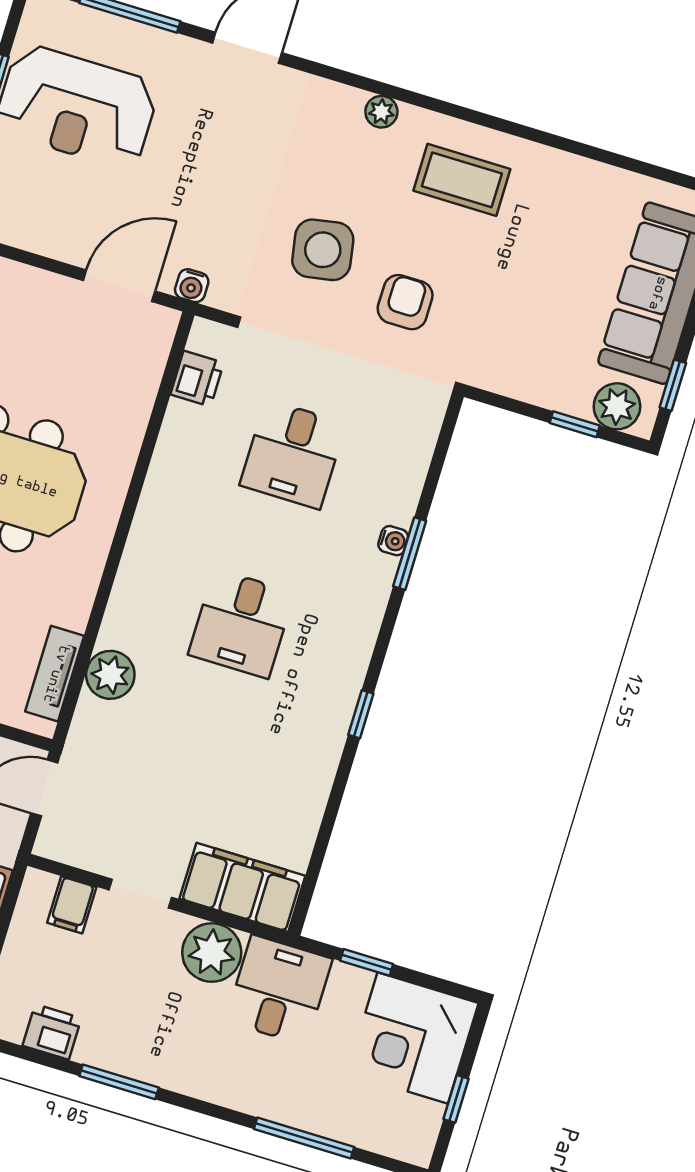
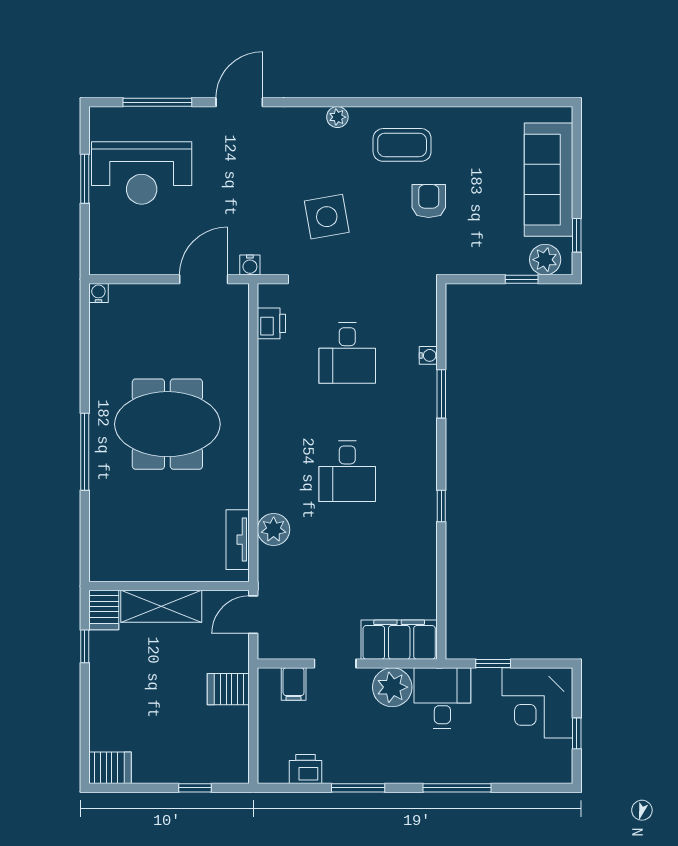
armchair: (405, 302) -> (429, 201), moved
water cooler: (393, 541) -> (428, 355), moved
window: (304, 1138) -> (457, 788), moved

